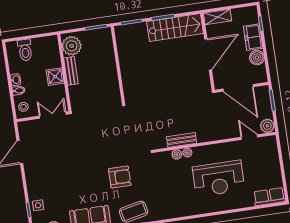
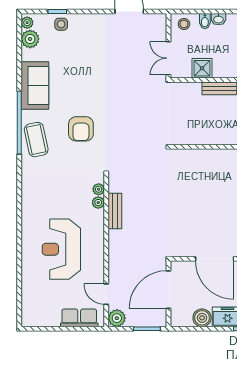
shower: (55, 77) -> (202, 68), moved
double door: (53, 115) -> (168, 58), swing flipped
door: (249, 137) -> (106, 294), swing flipped
plant: (187, 153) -> (99, 189), moved
row of seats: (269, 197) -> (79, 318), moved, turned -90

